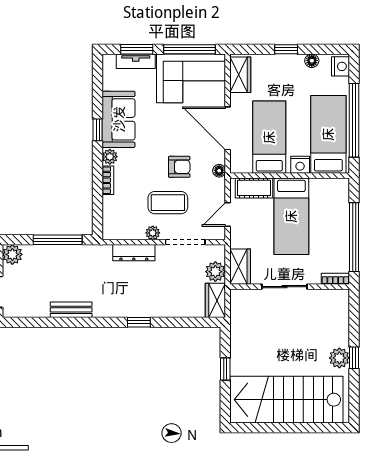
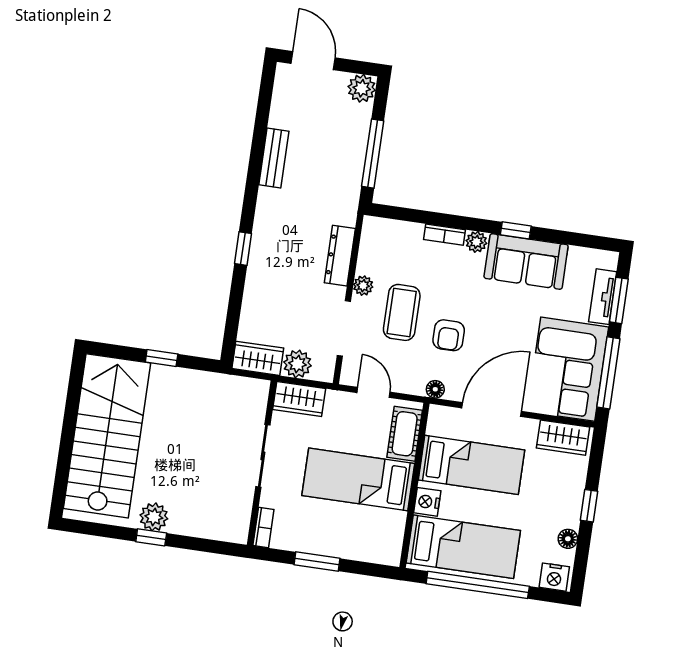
window: (354, 237) -> (317, 562), width x0.47

